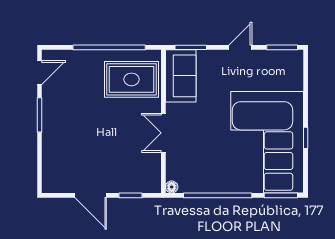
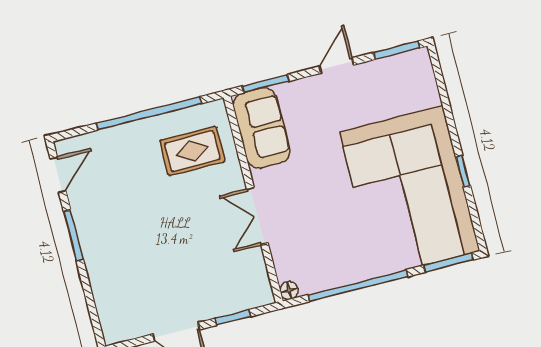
rug: (131, 79) -> (192, 151), width x0.73, depth x0.70

